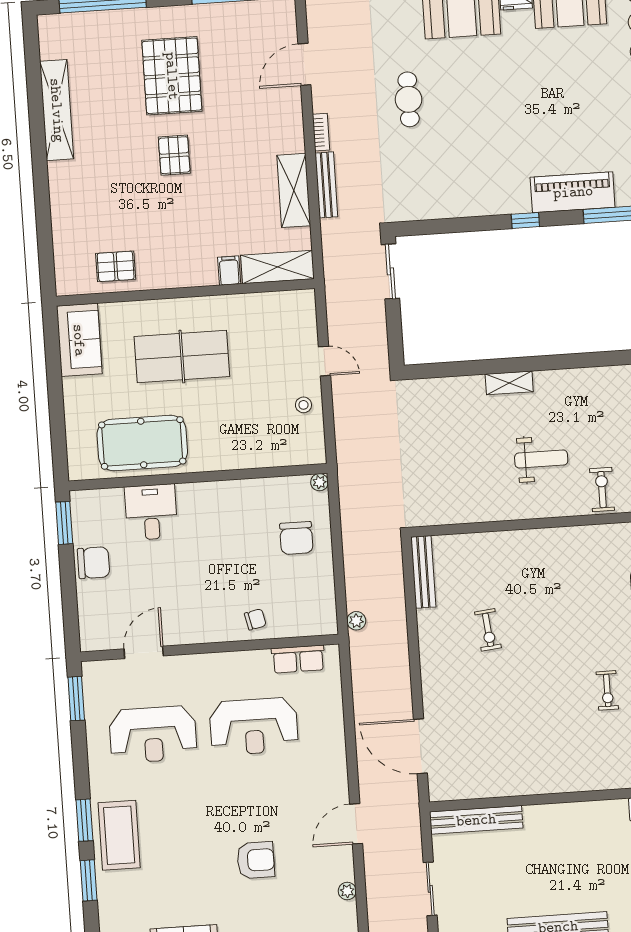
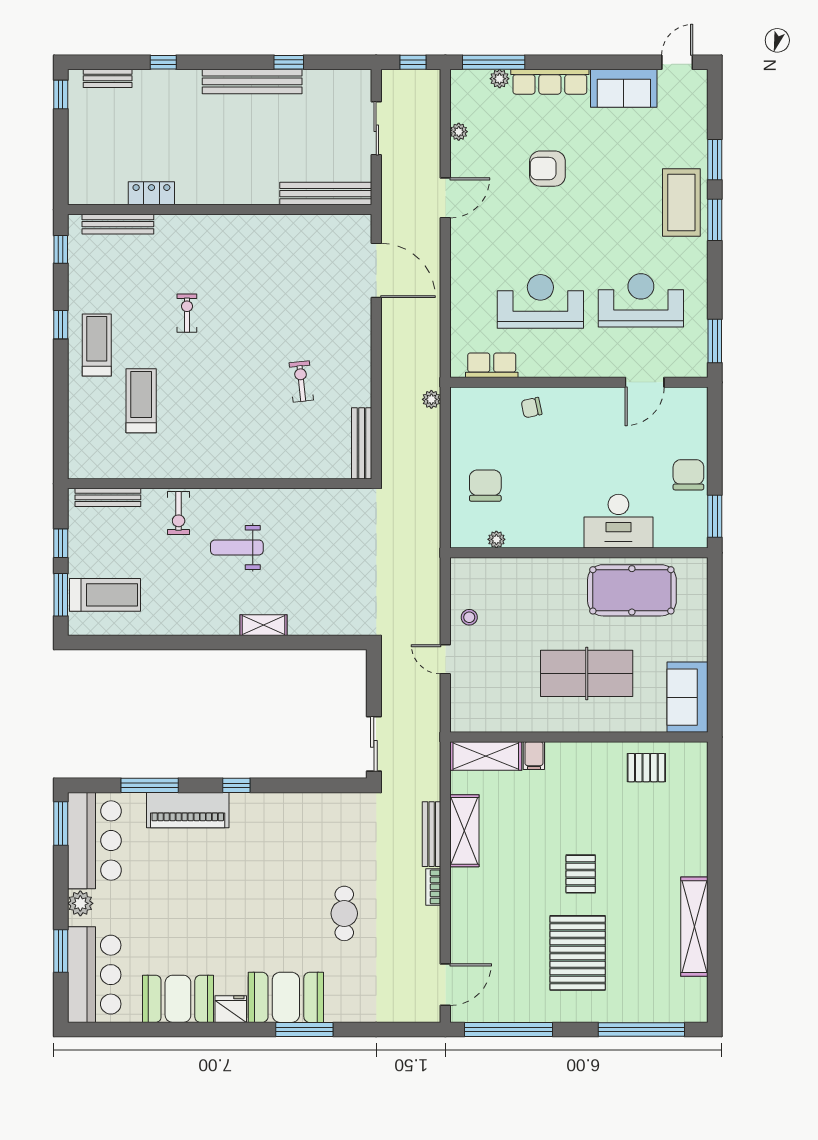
door: (304, 64) -> (445, 985), moved
plant: (319, 482) -> (496, 539), moved
desk: (151, 512) -> (618, 521), width x1.37
chair: (93, 563) -> (688, 475), turned 90

